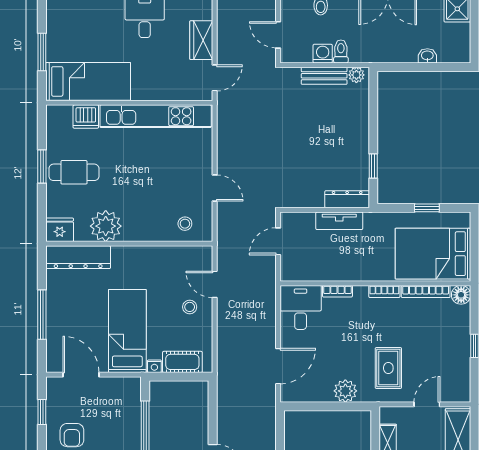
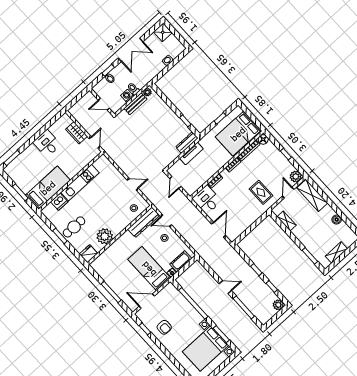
kitchen unit: (156, 116) -> (80, 183), width x0.73
dresser: (78, 257) -> (144, 222), moved
plant: (345, 391) -> (296, 177), moved

